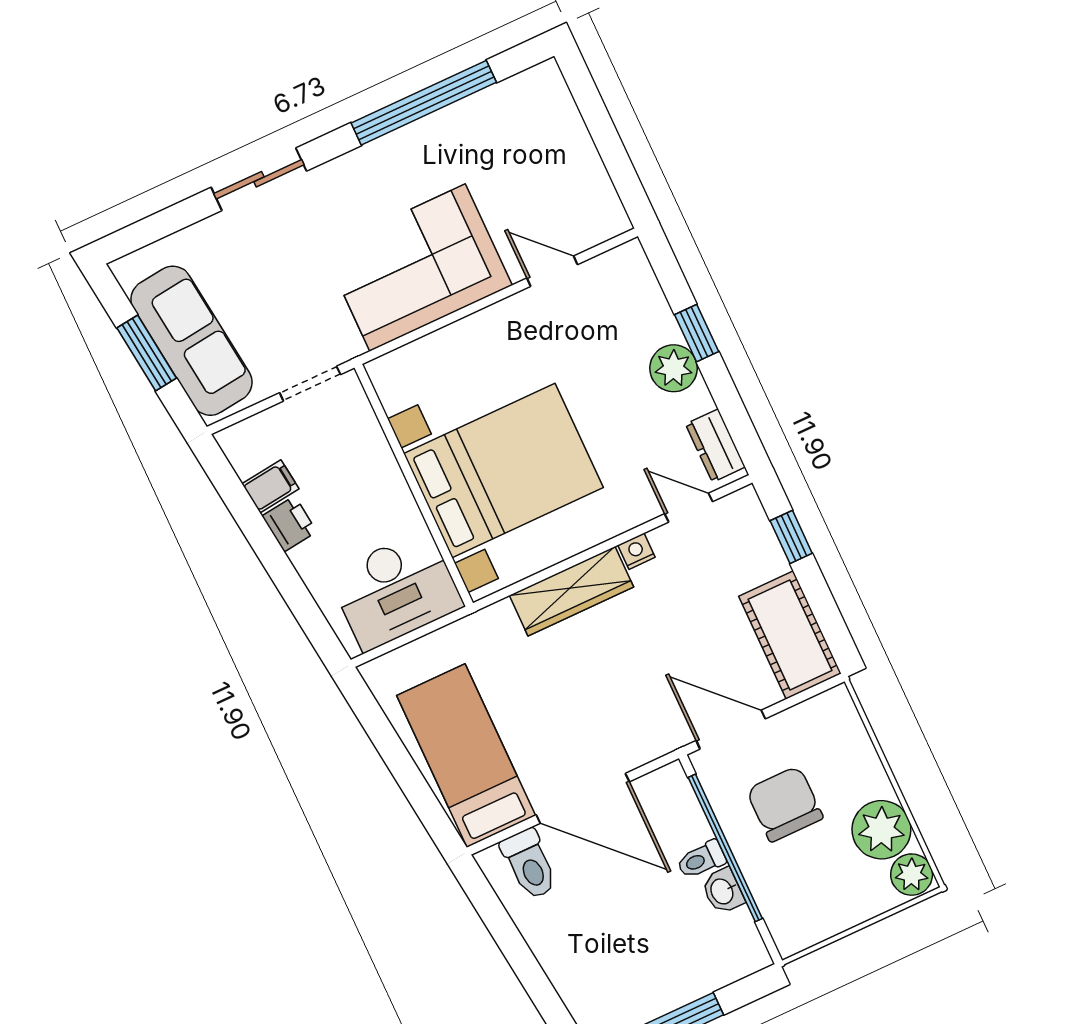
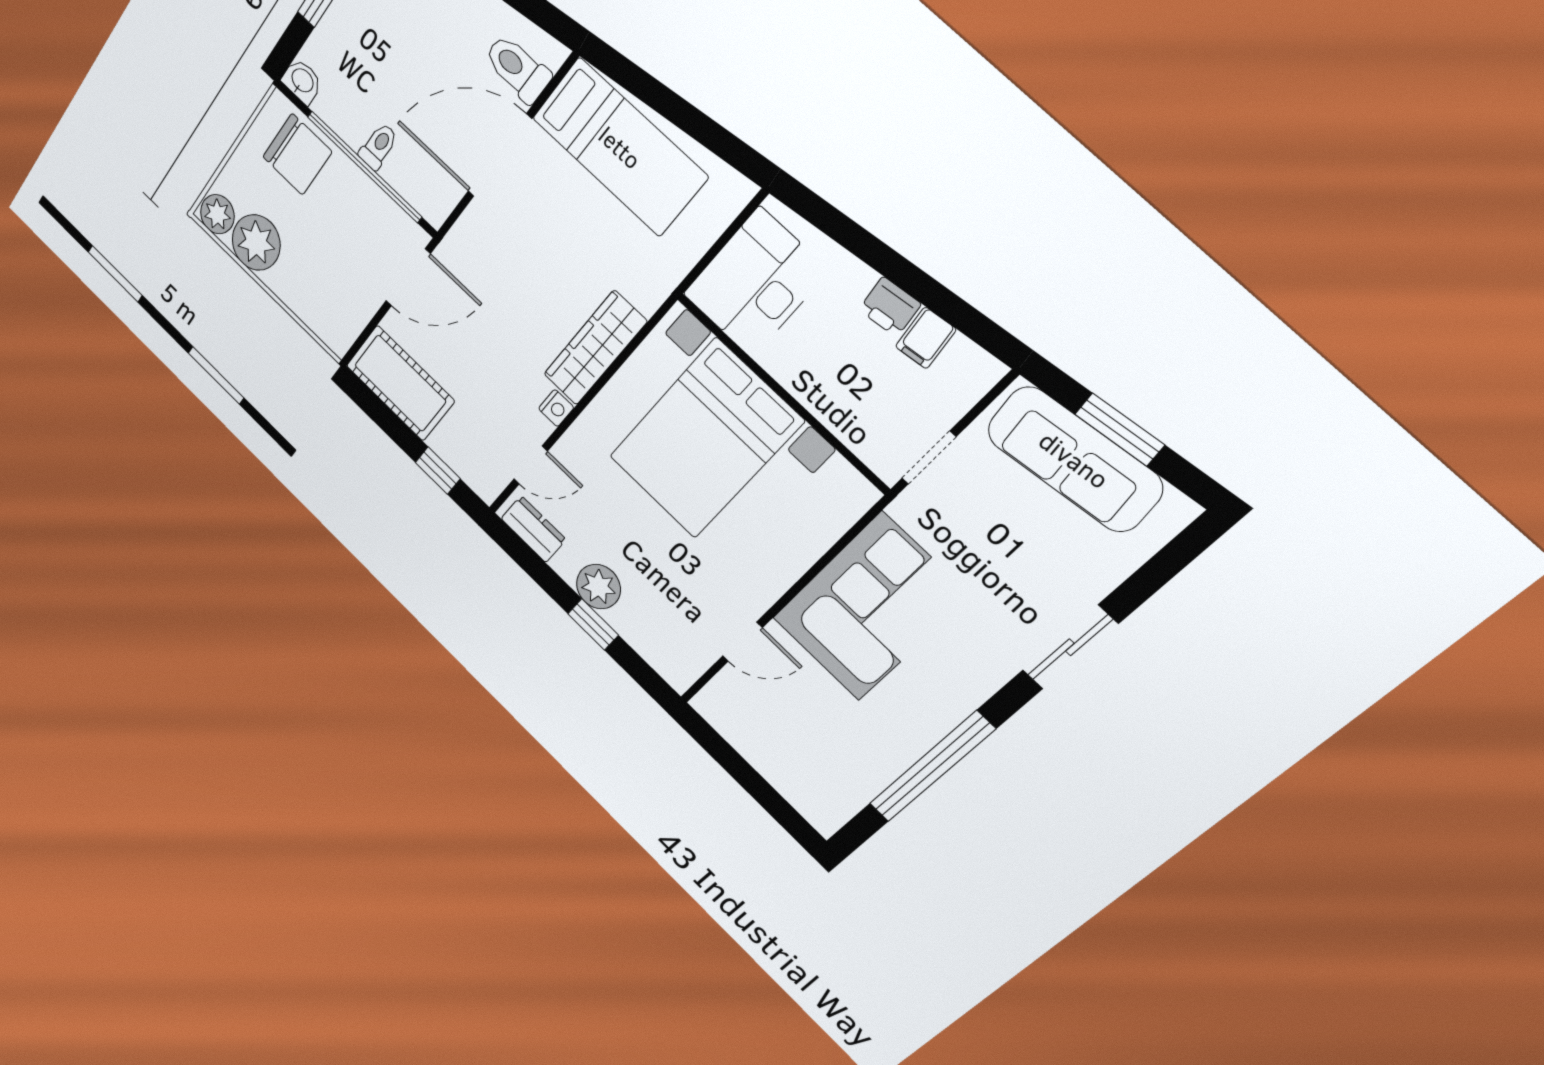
chair: (785, 804) -> (297, 154), moved
washbasin: (723, 891) -> (302, 81), moved

